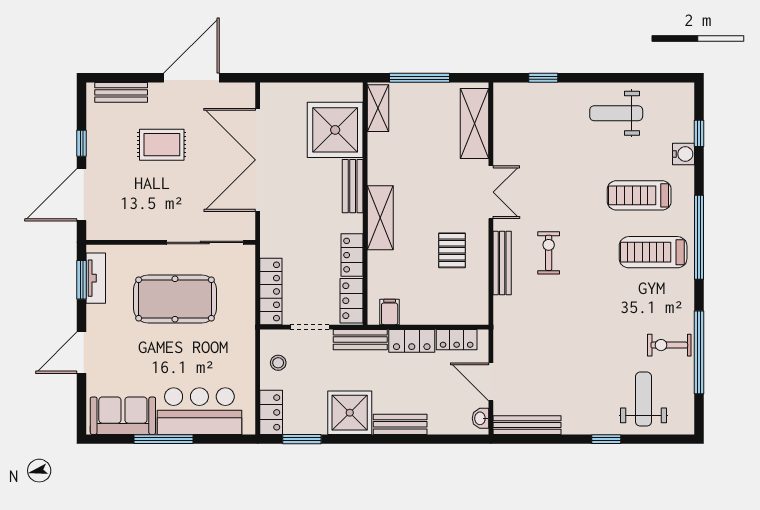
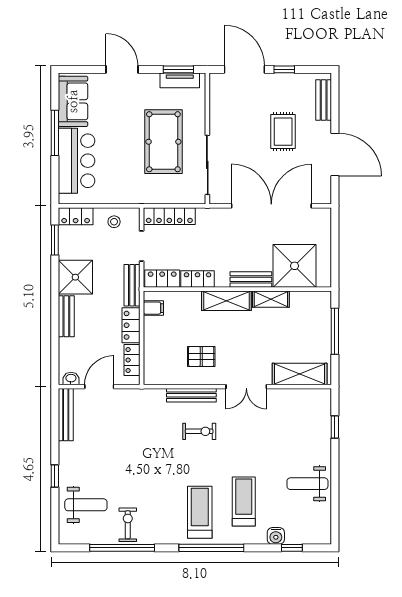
shelving: (378, 108) -> (271, 299), moved
weight bench: (616, 113) -> (307, 484), turned -90

